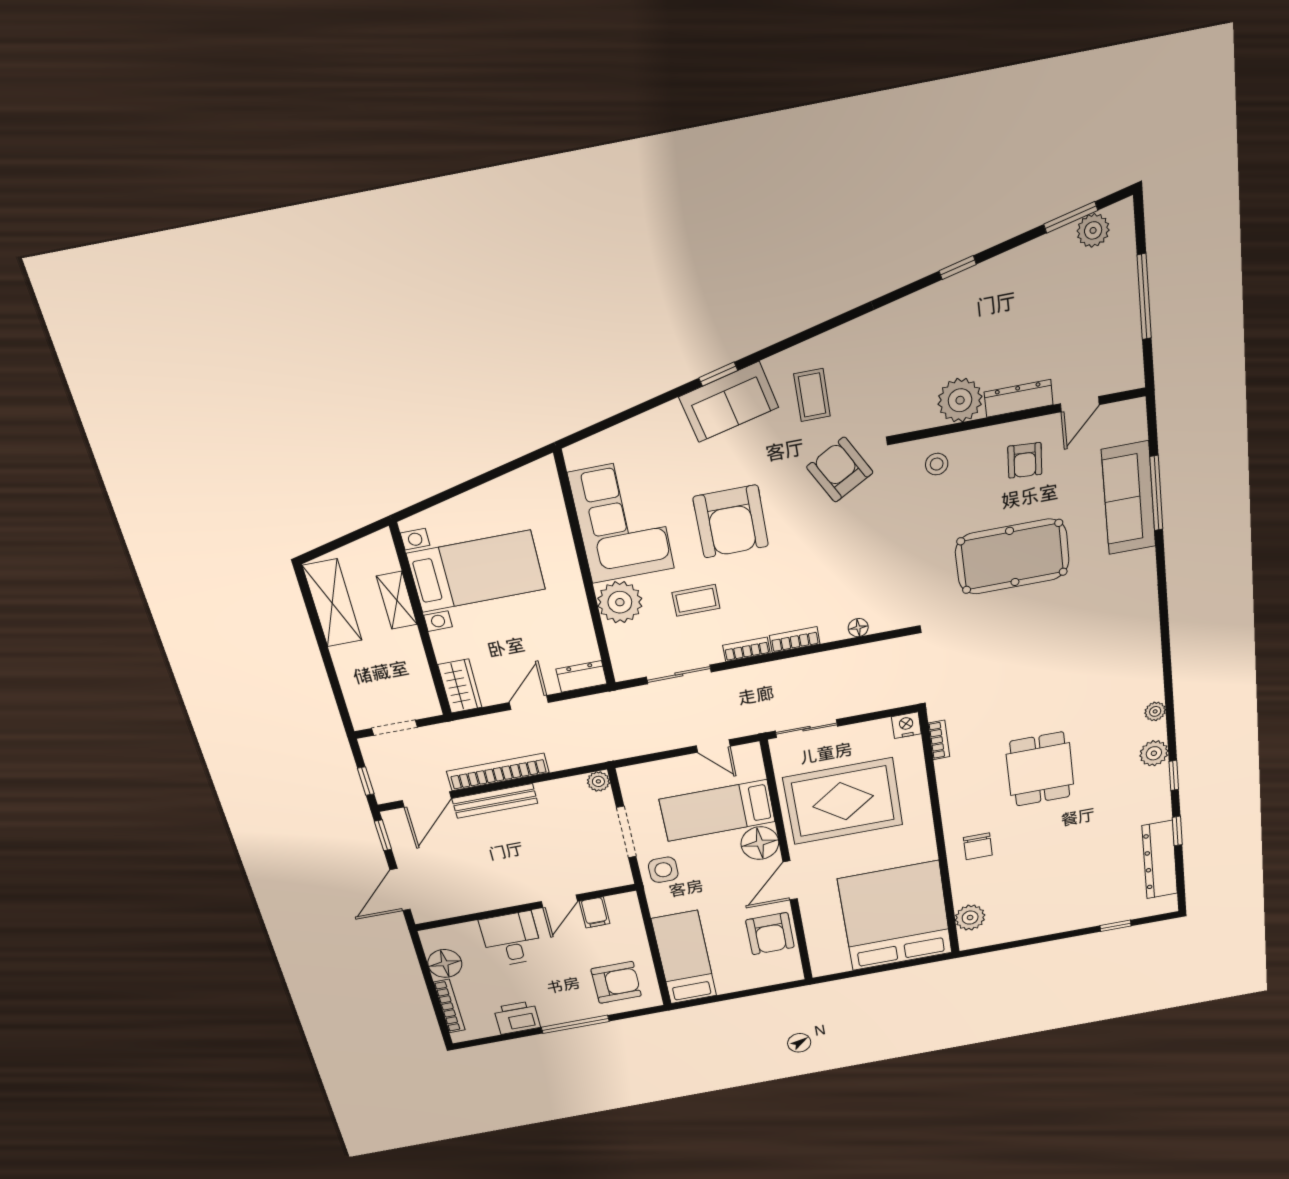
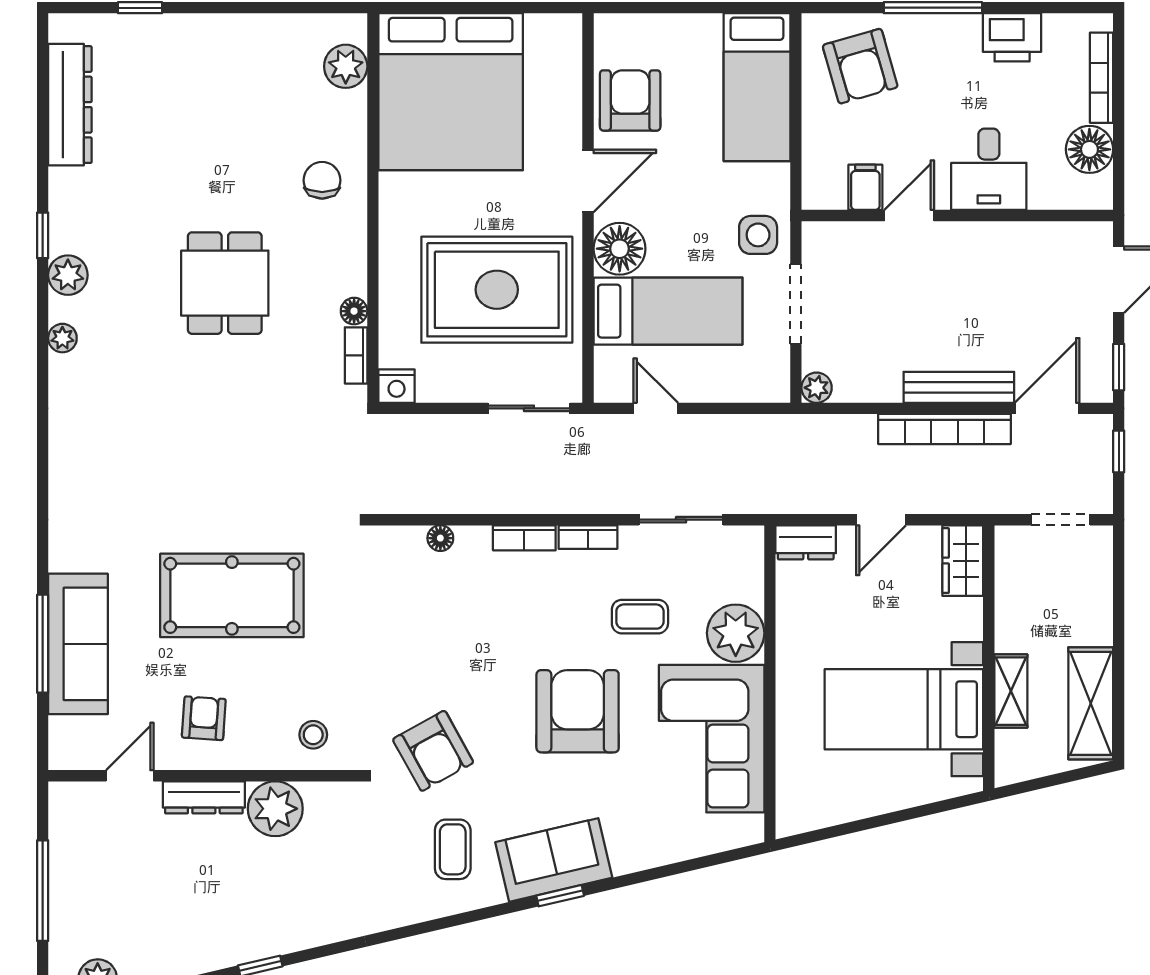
floor lamp: (944, 768) -> (354, 311), added
window: (1177, 831) -> (43, 146), removed
armchair: (616, 982) -> (860, 66), turned -106

